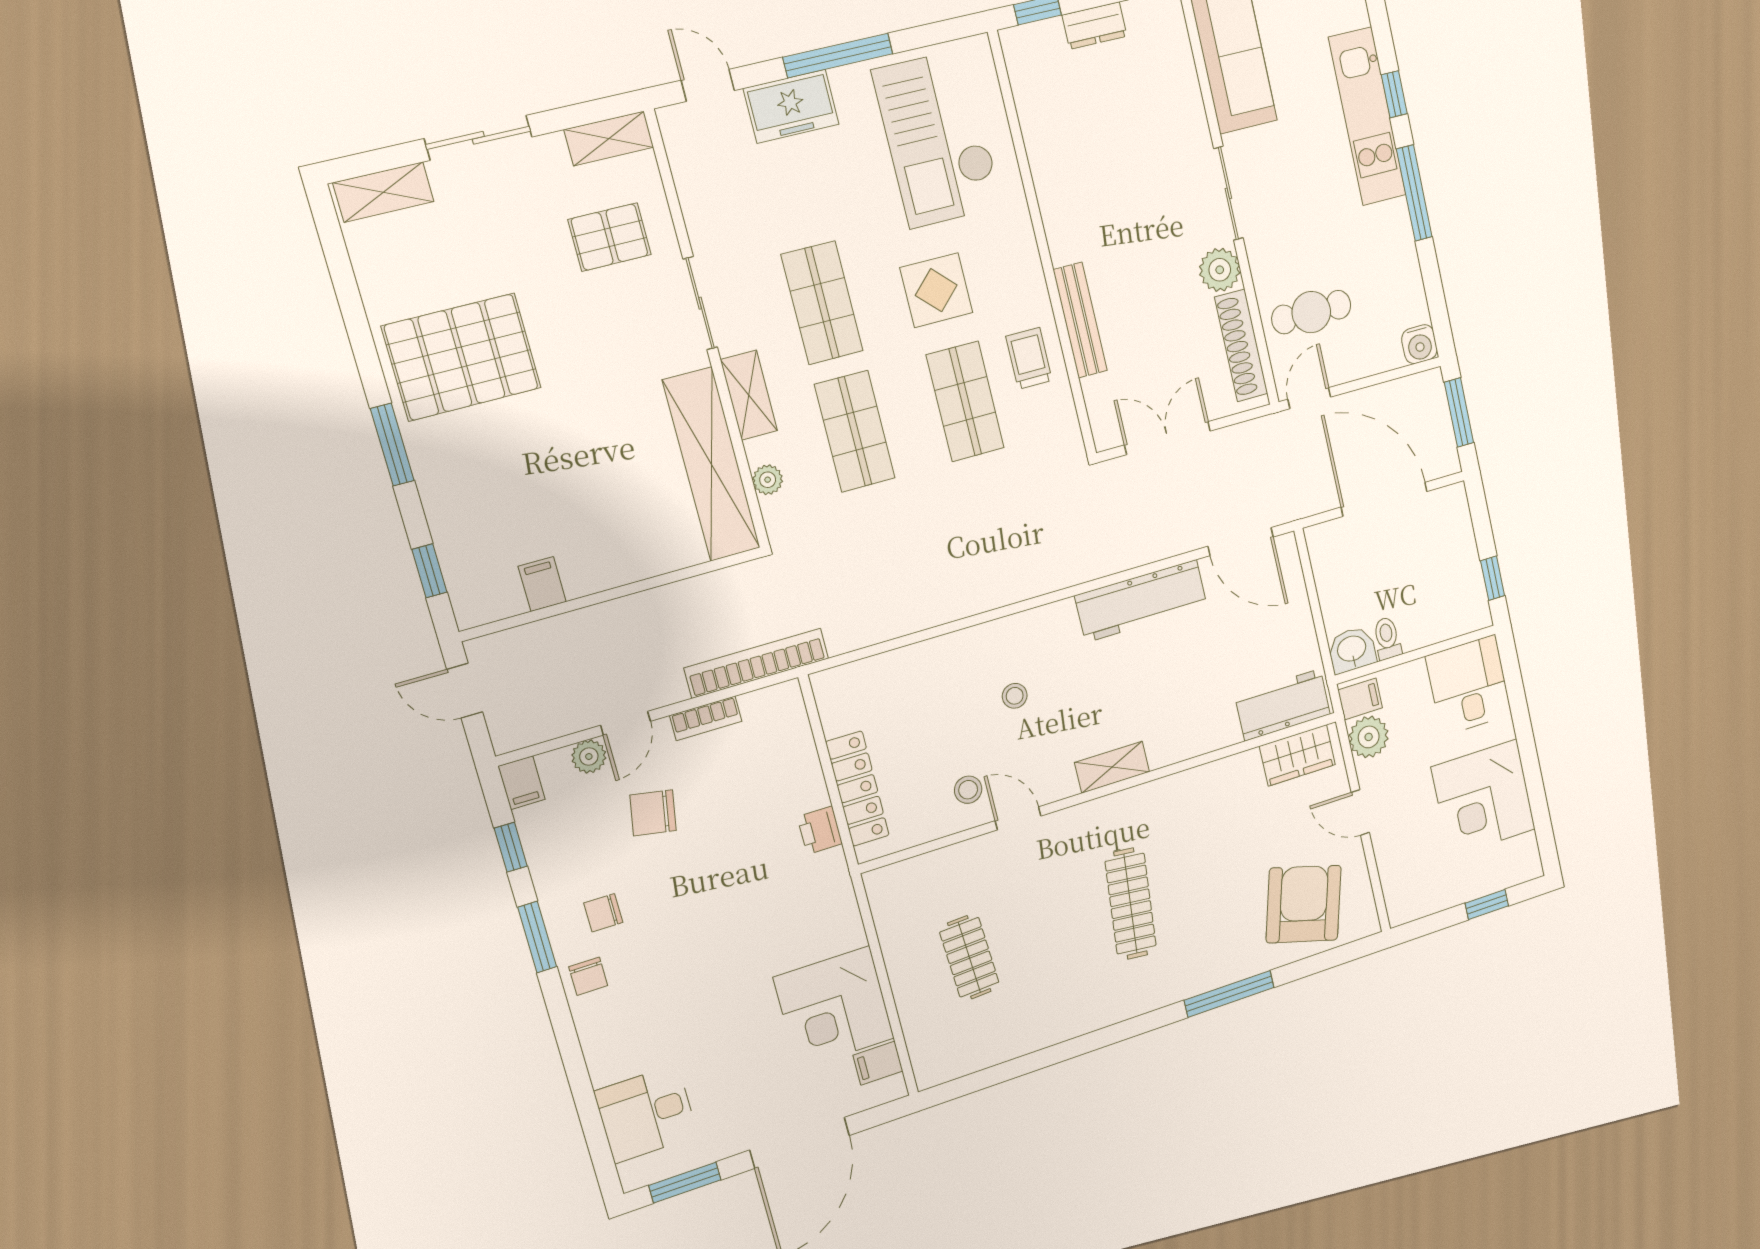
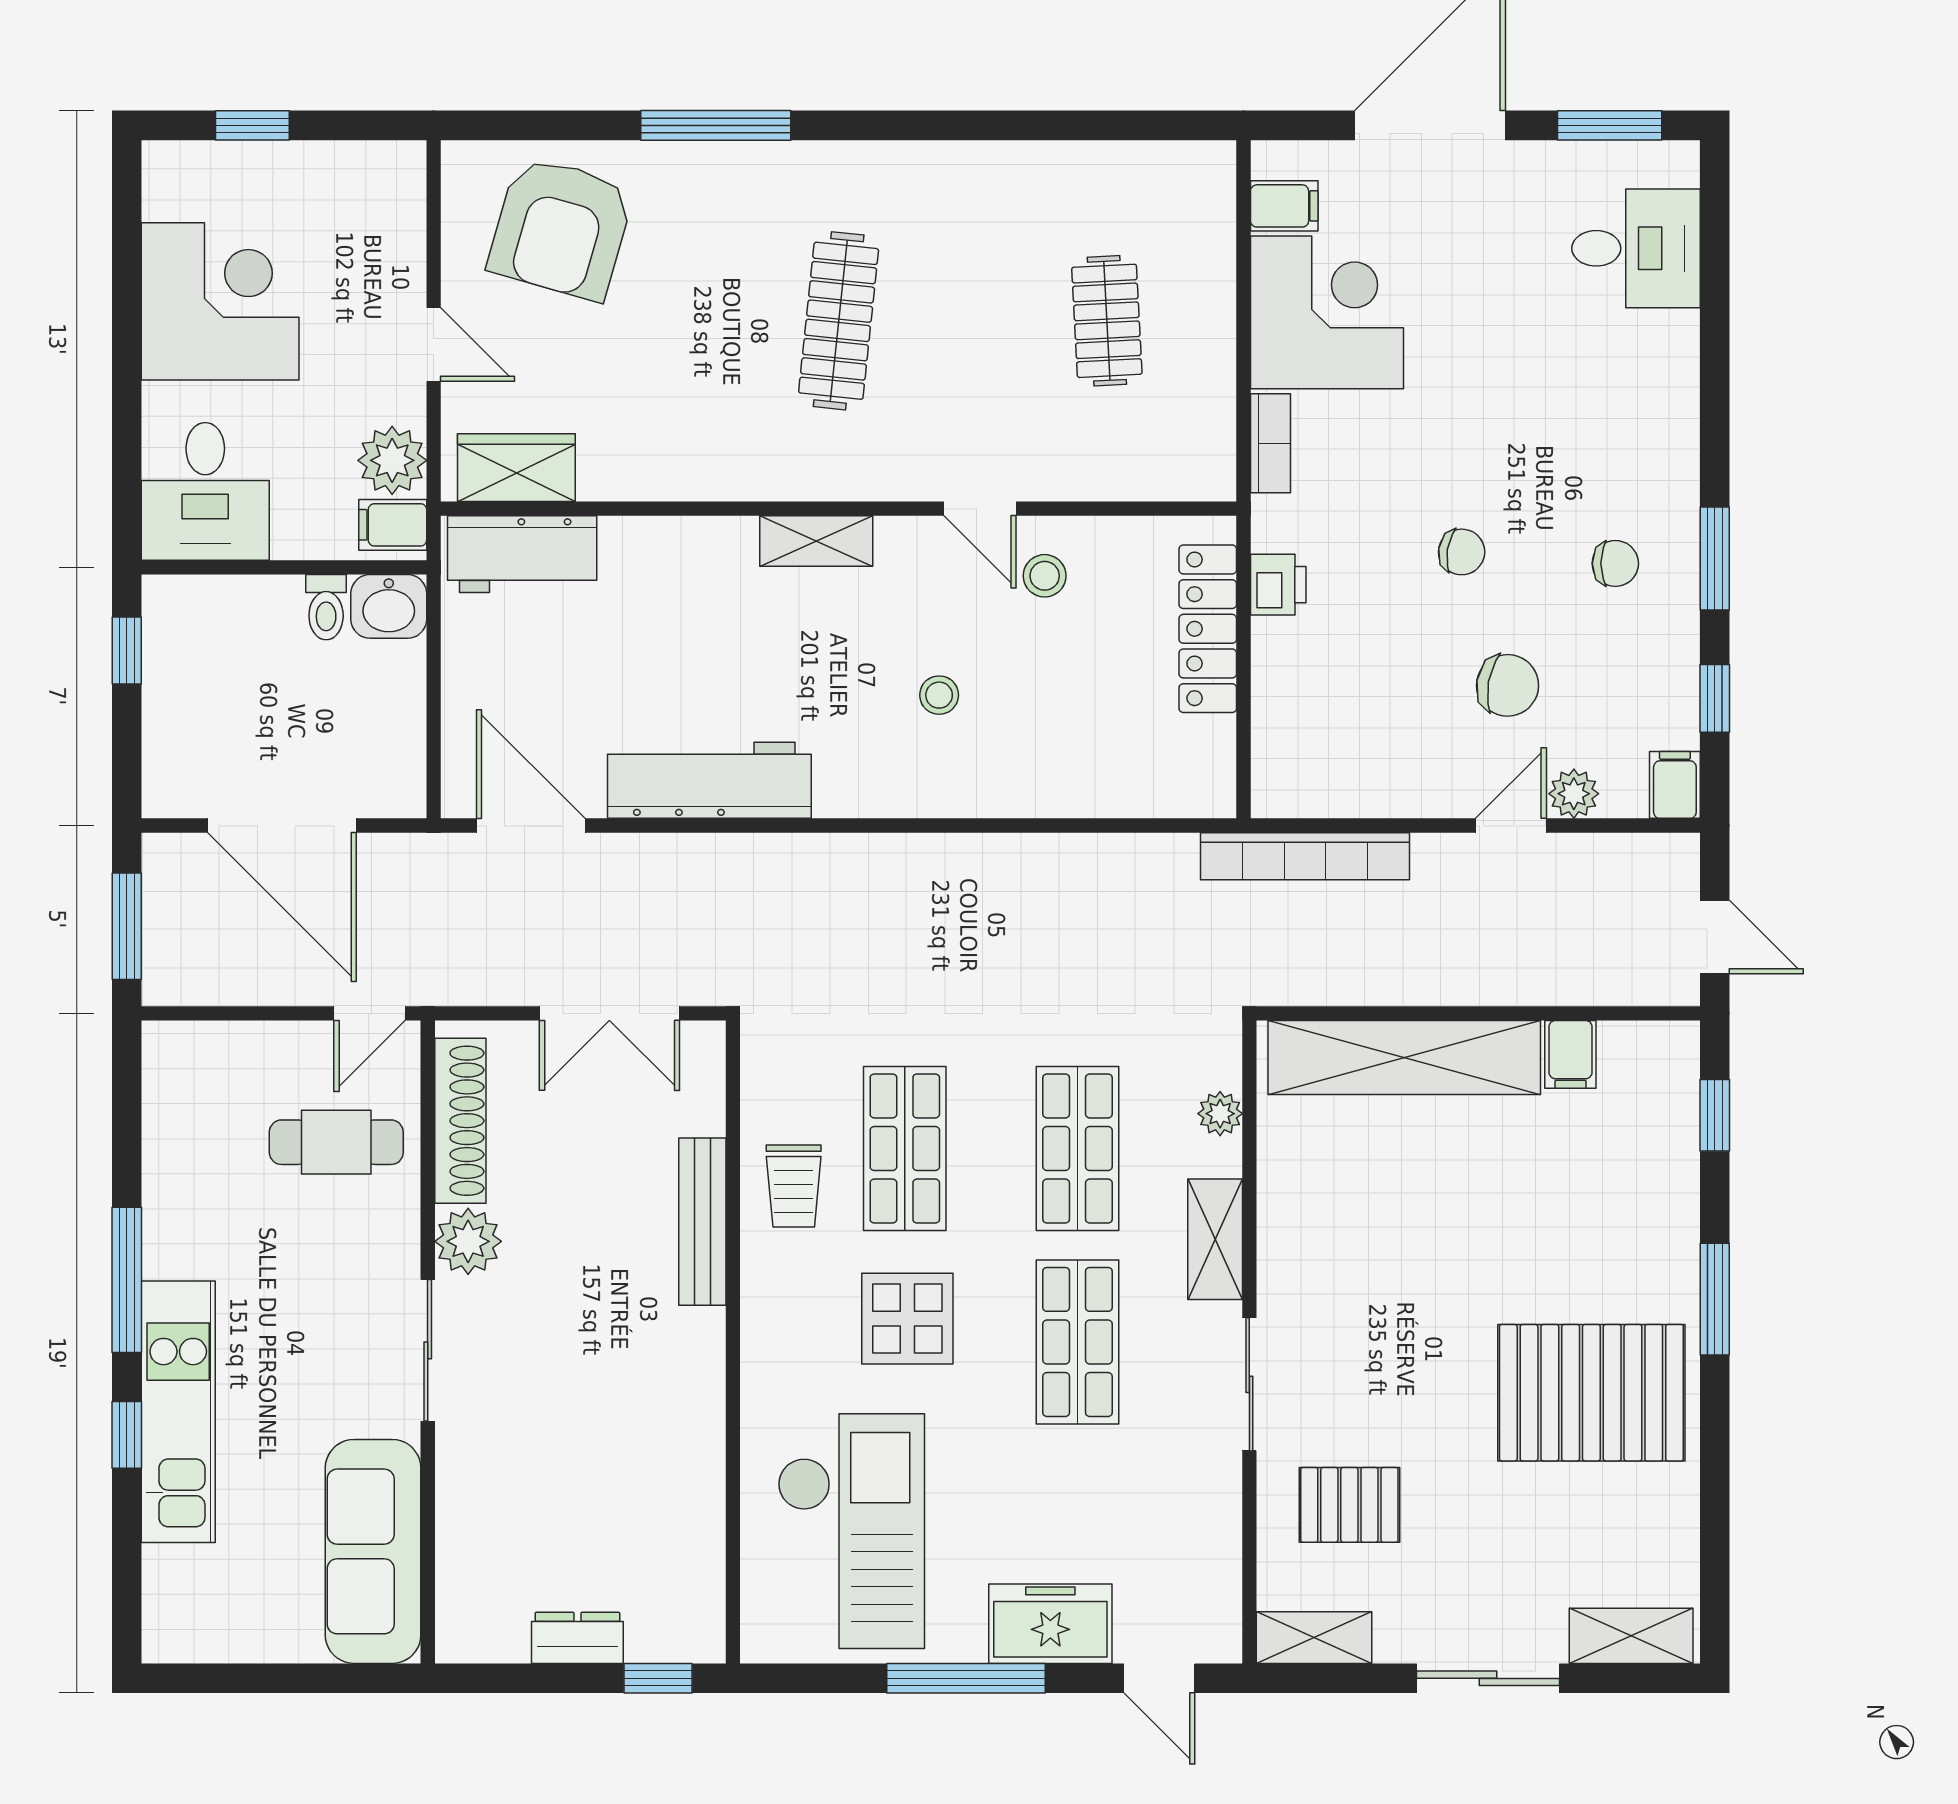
water cooler: (1419, 344) -> (170, 1049), removed
shelving: (711, 464) -> (1404, 1057), moved, turned 90
bookcase: (706, 718) -> (1270, 443), moved, turned 90
chair: (588, 976) -> (1462, 552), moved, turned 99

